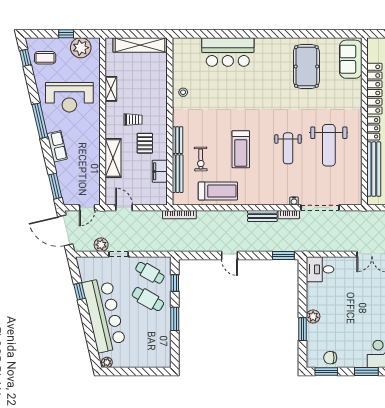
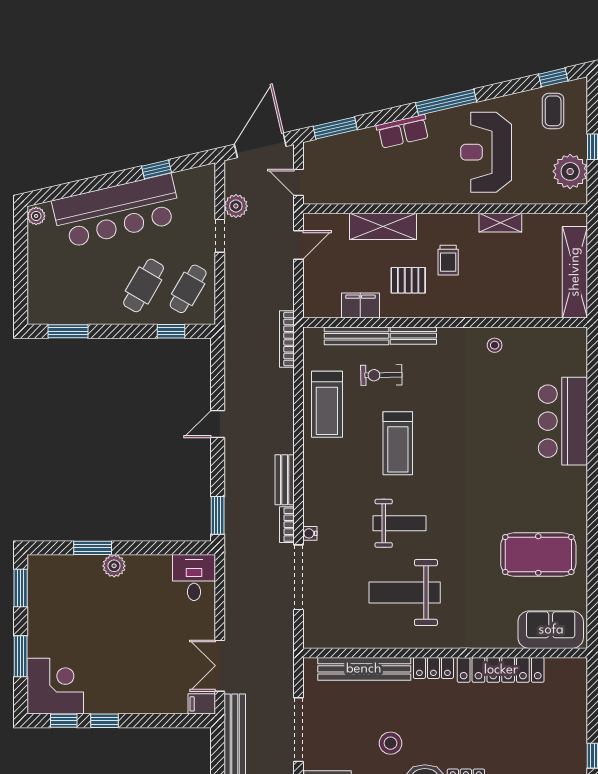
weight bench: (288, 148) -> (399, 523), turned 180
treadmill: (241, 149) -> (398, 443), turned -90
window: (175, 319) -> (68, 331), moved
chair: (330, 358) -> (44, 595), removed

